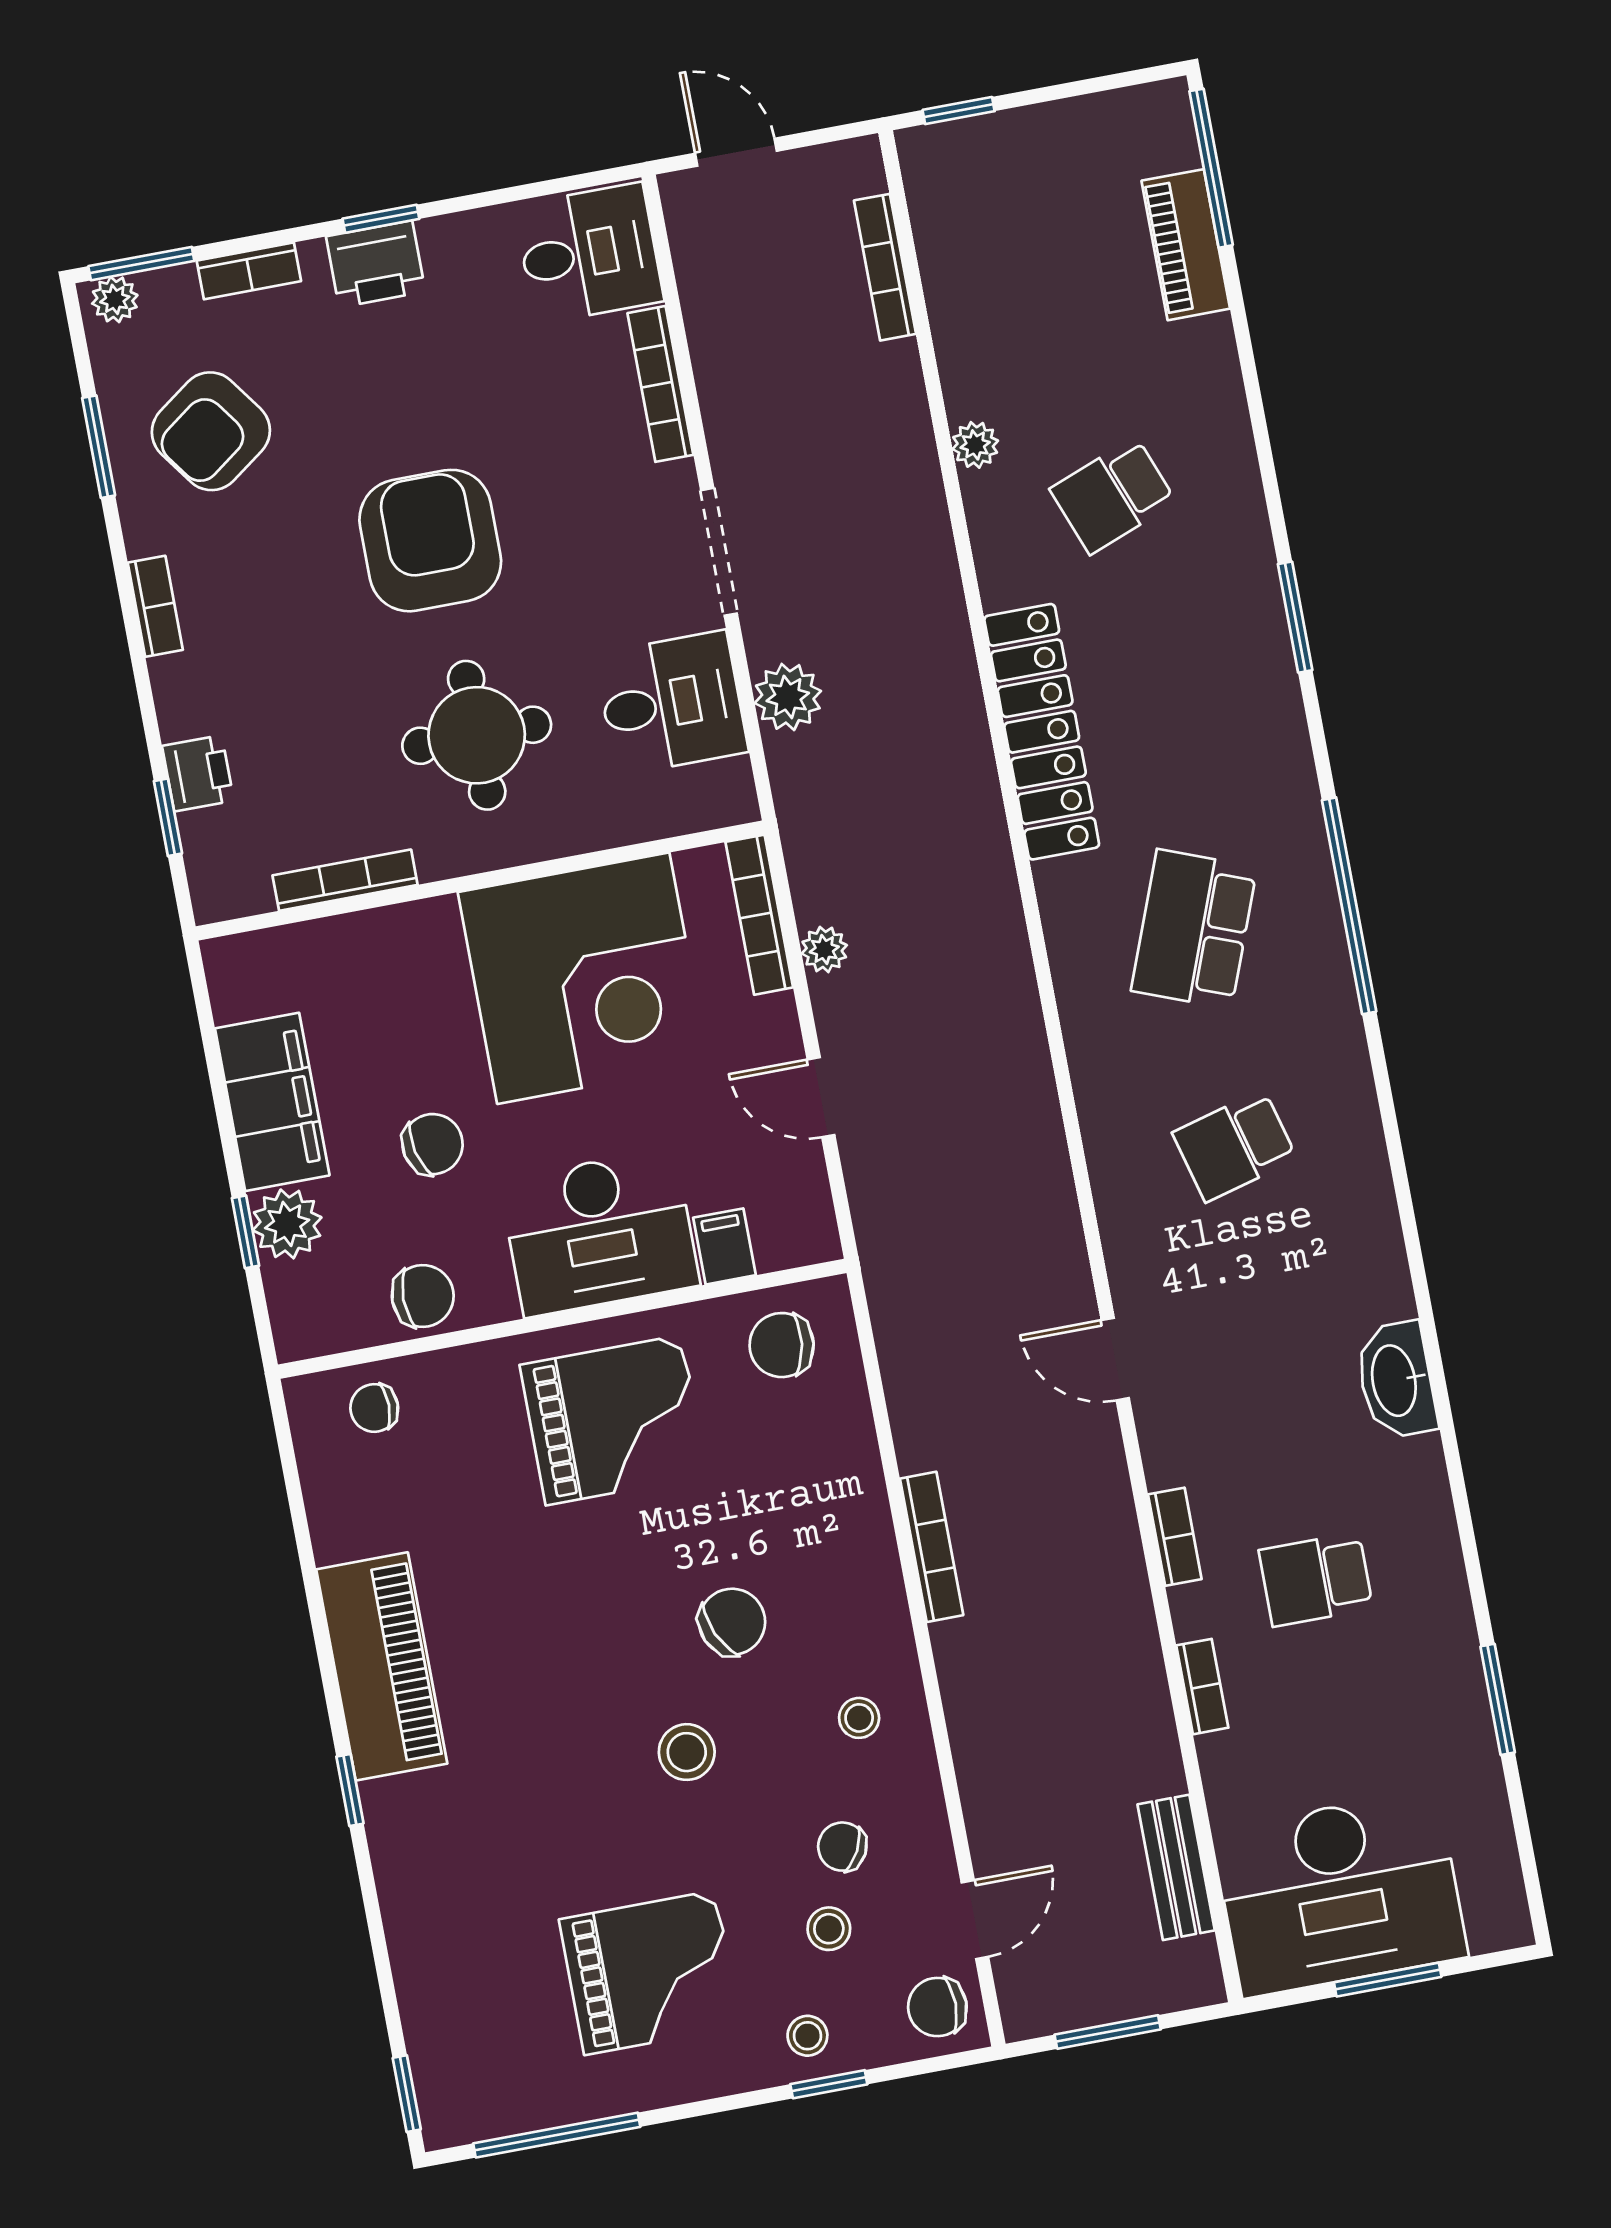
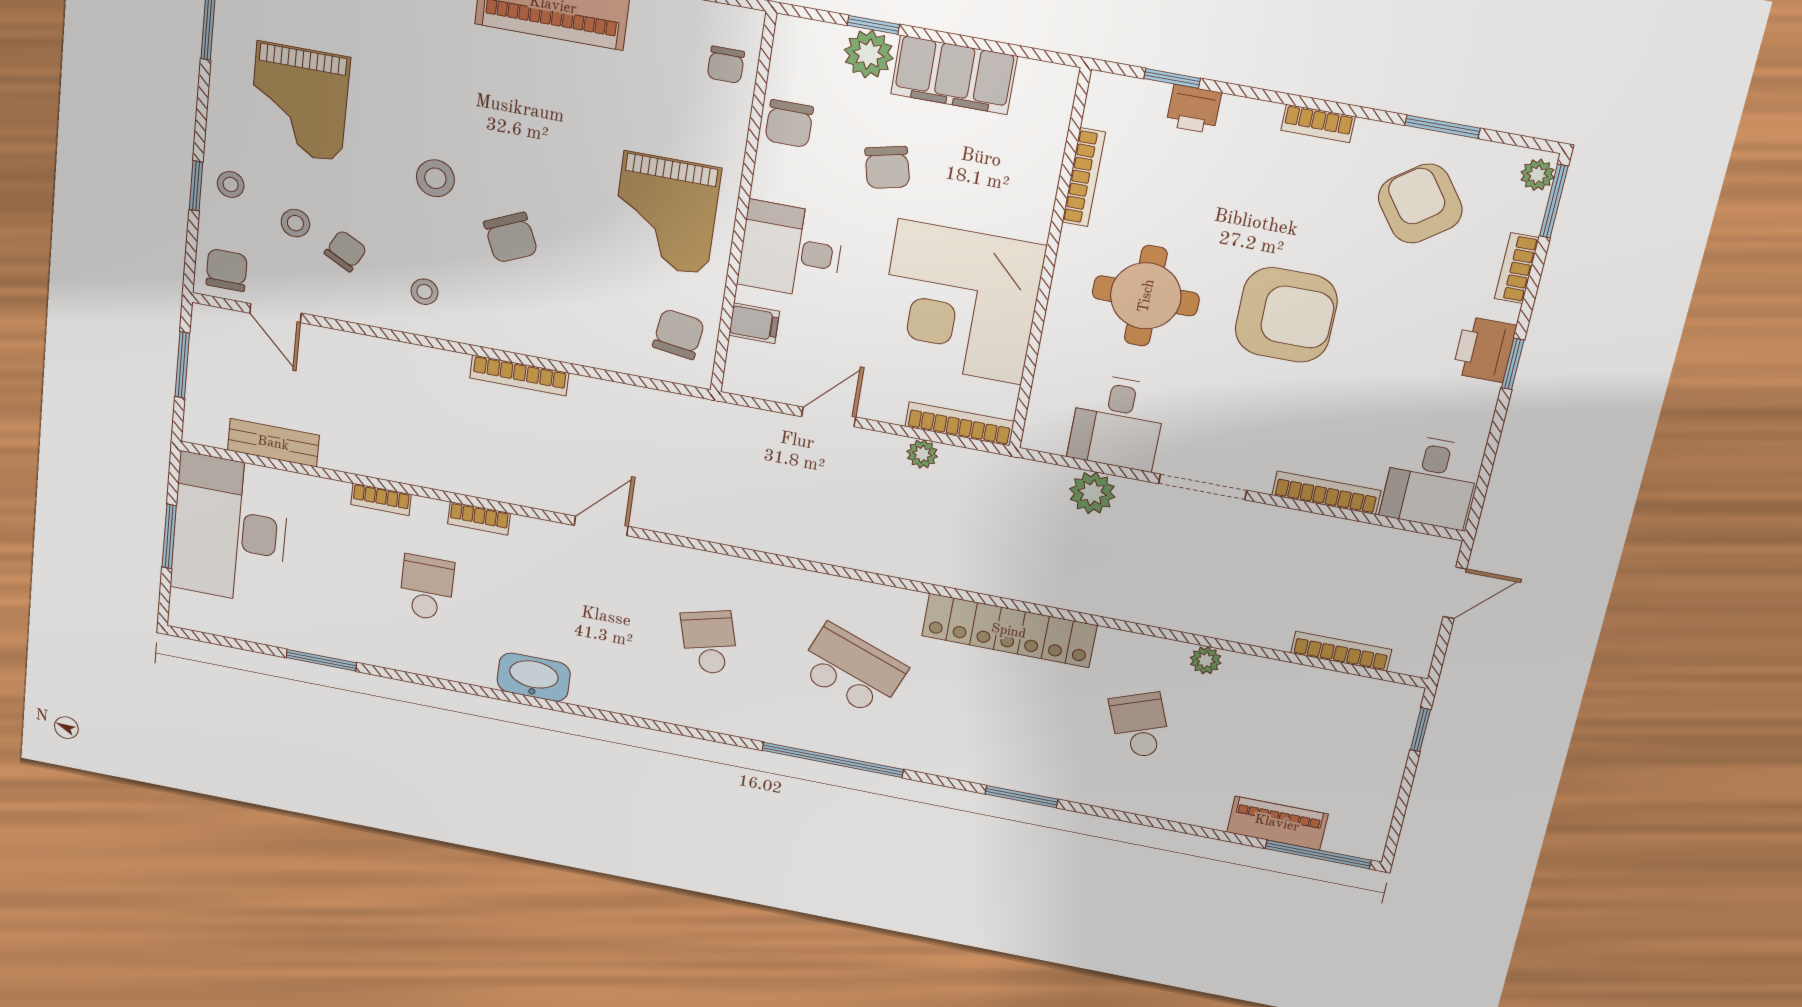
desk: (600, 1233) -> (791, 250), width x0.73
chair: (374, 1408) -> (726, 65), turned 180

